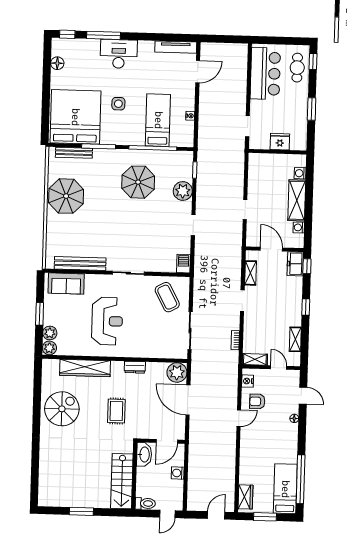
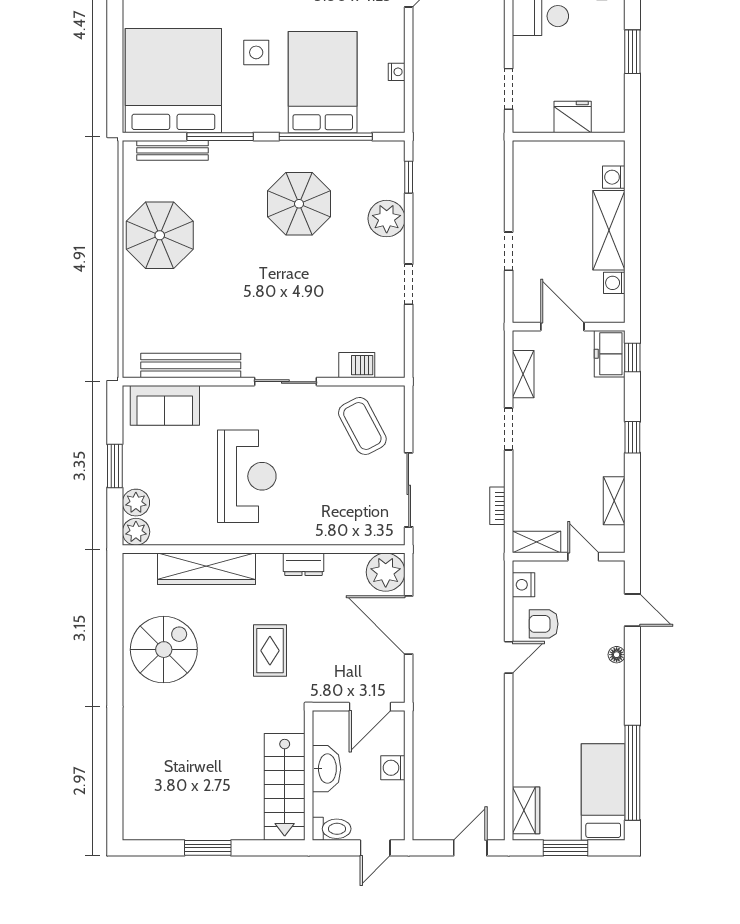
bed: (158, 120) -> (323, 82), width x1.50
barbecue: (184, 264) -> (357, 365), moved, turned 90
washbasin: (144, 454) -> (327, 769), moved

